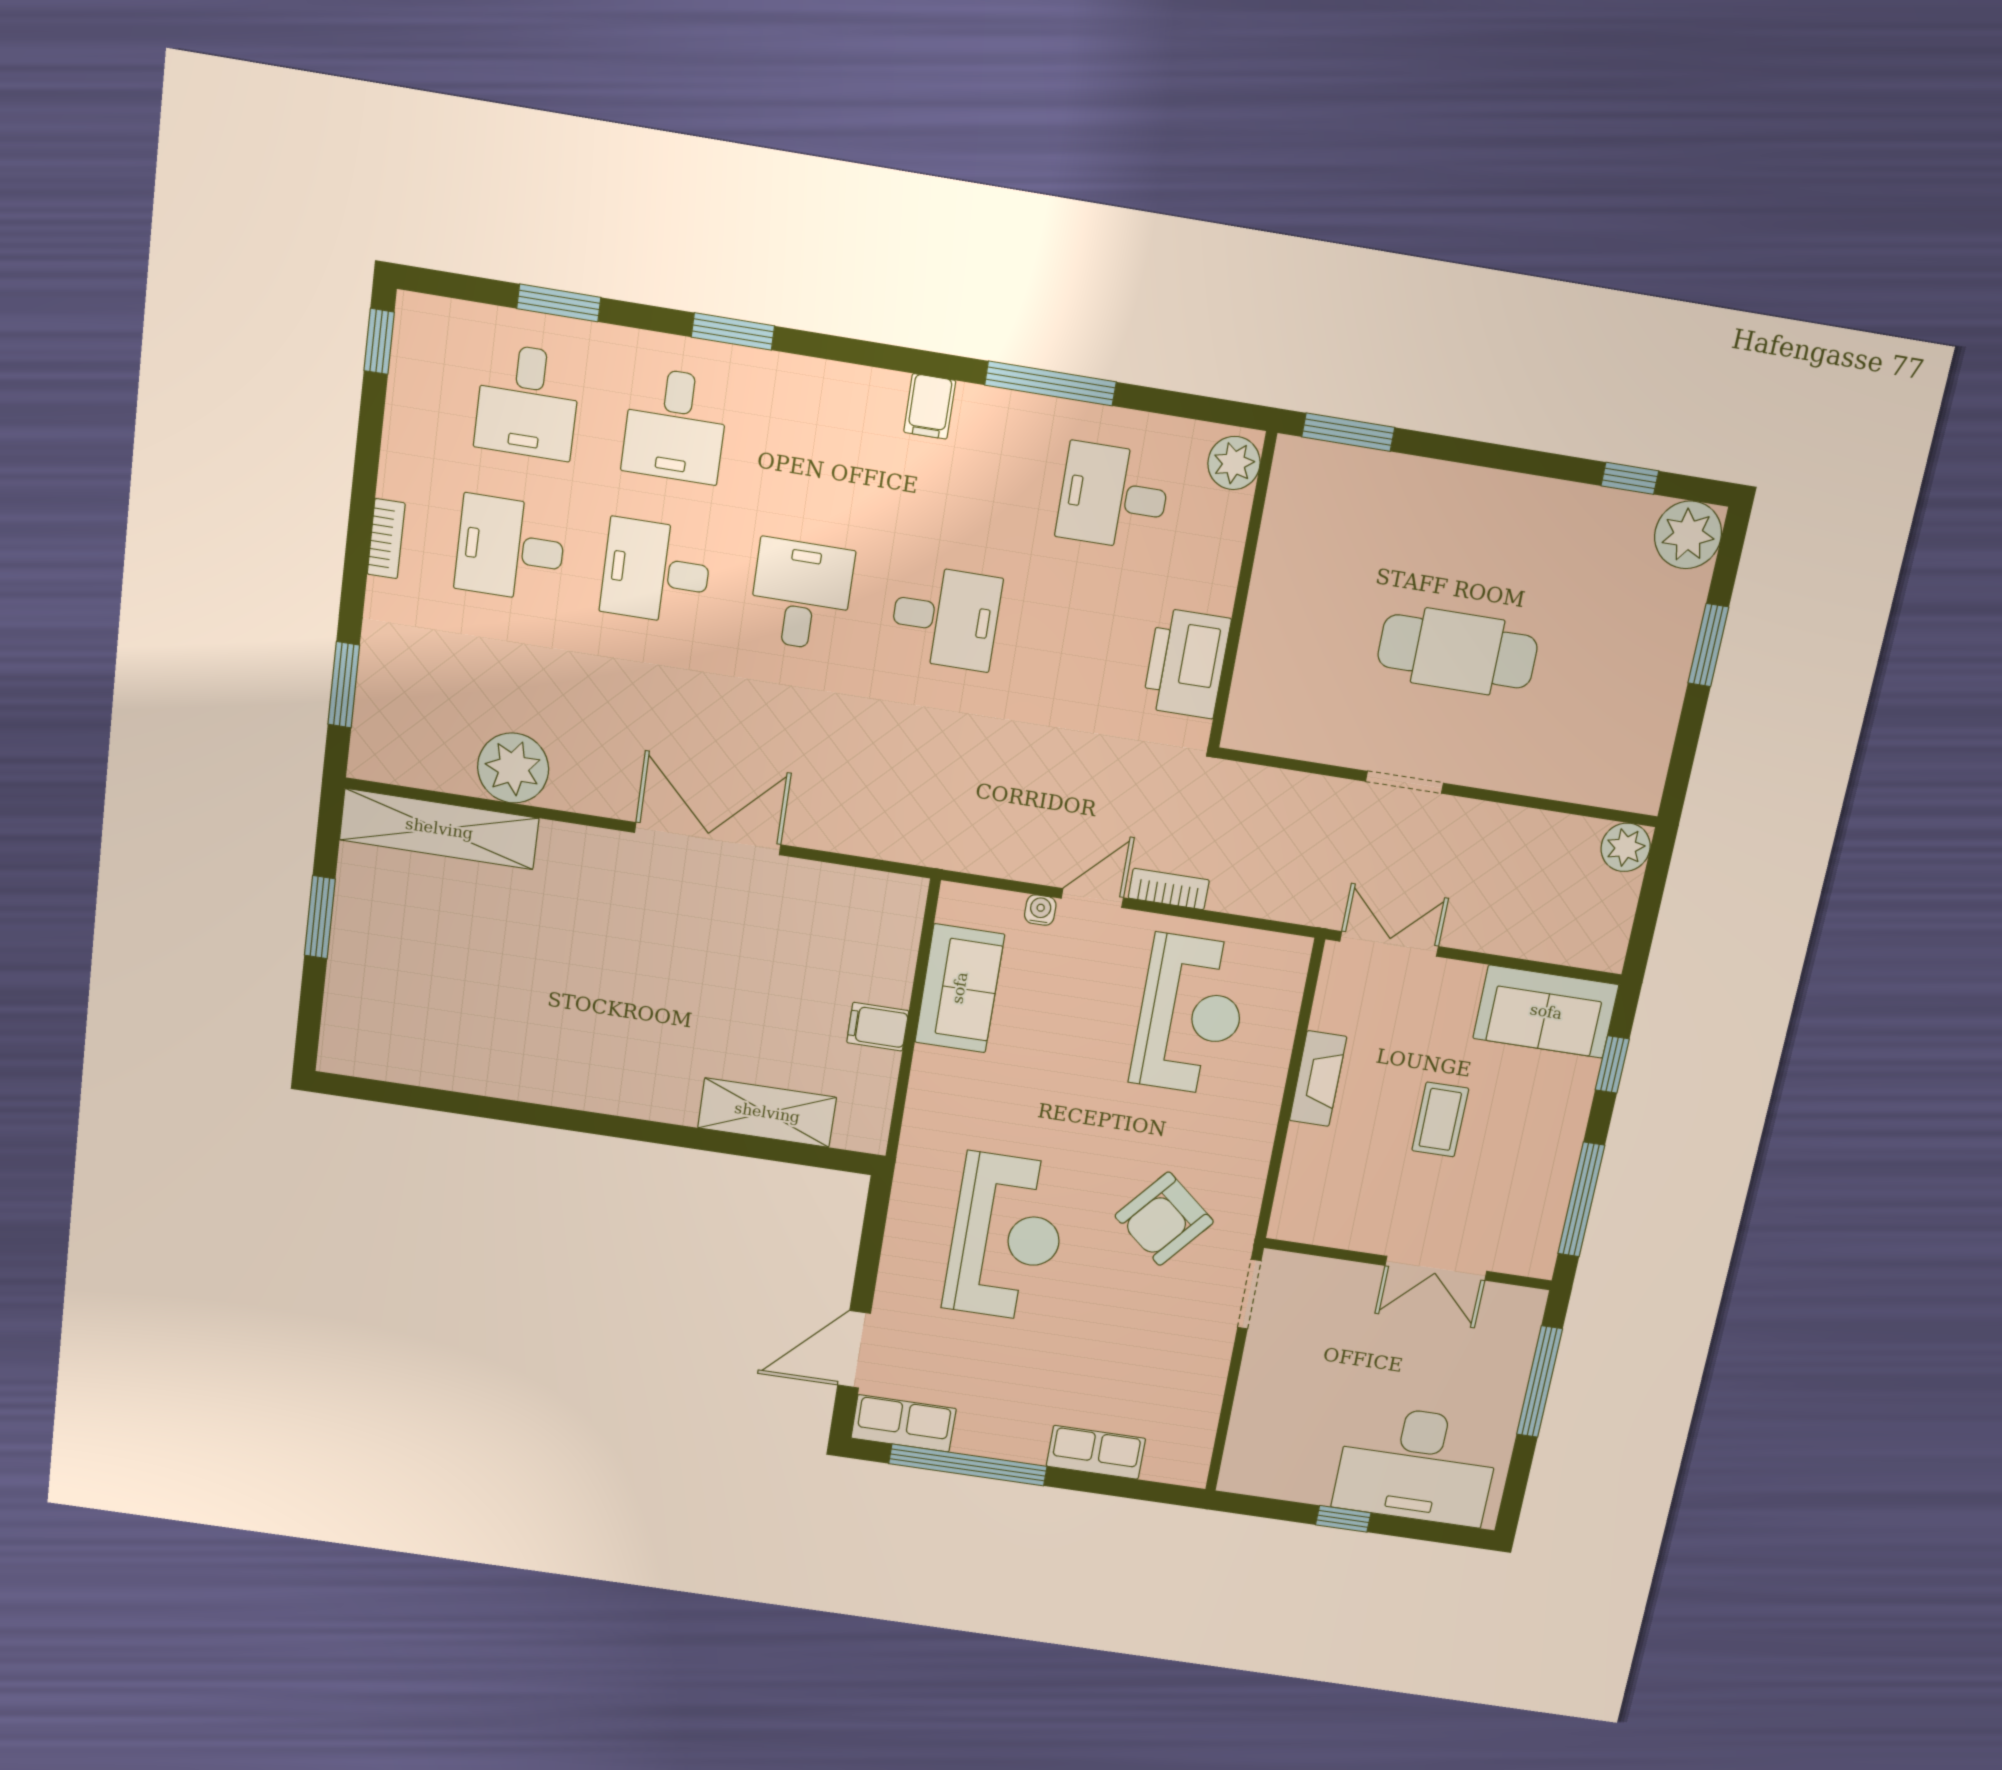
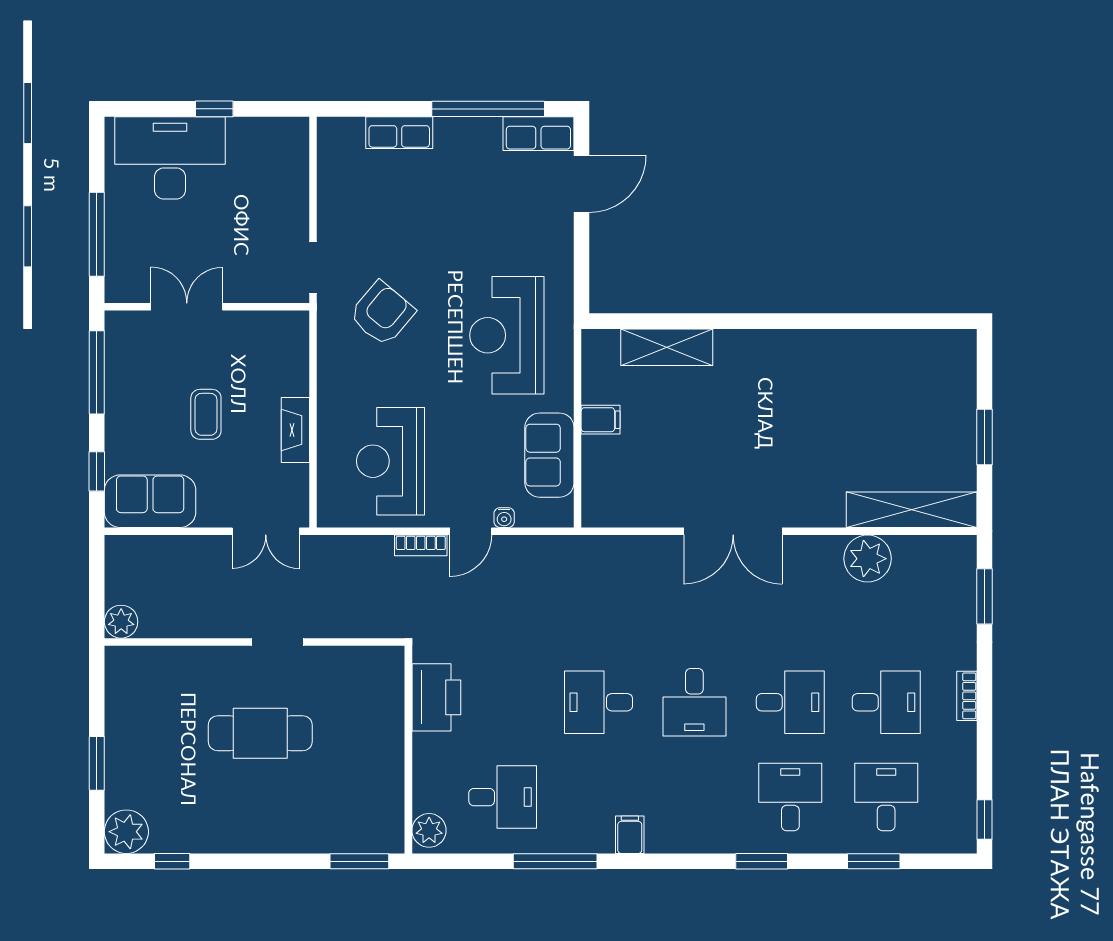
reception desk: (1006, 1237) -> (507, 335), moved

